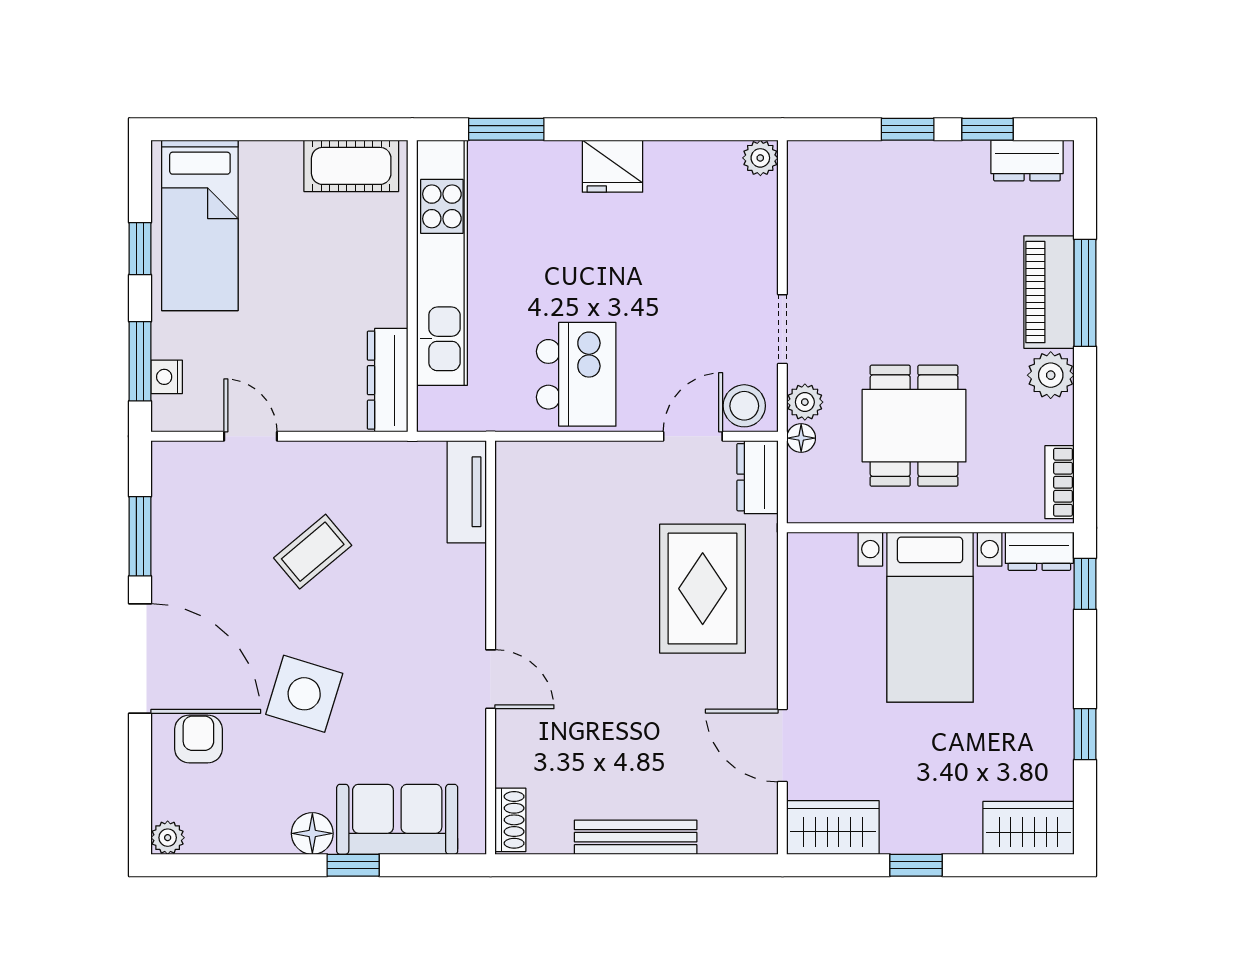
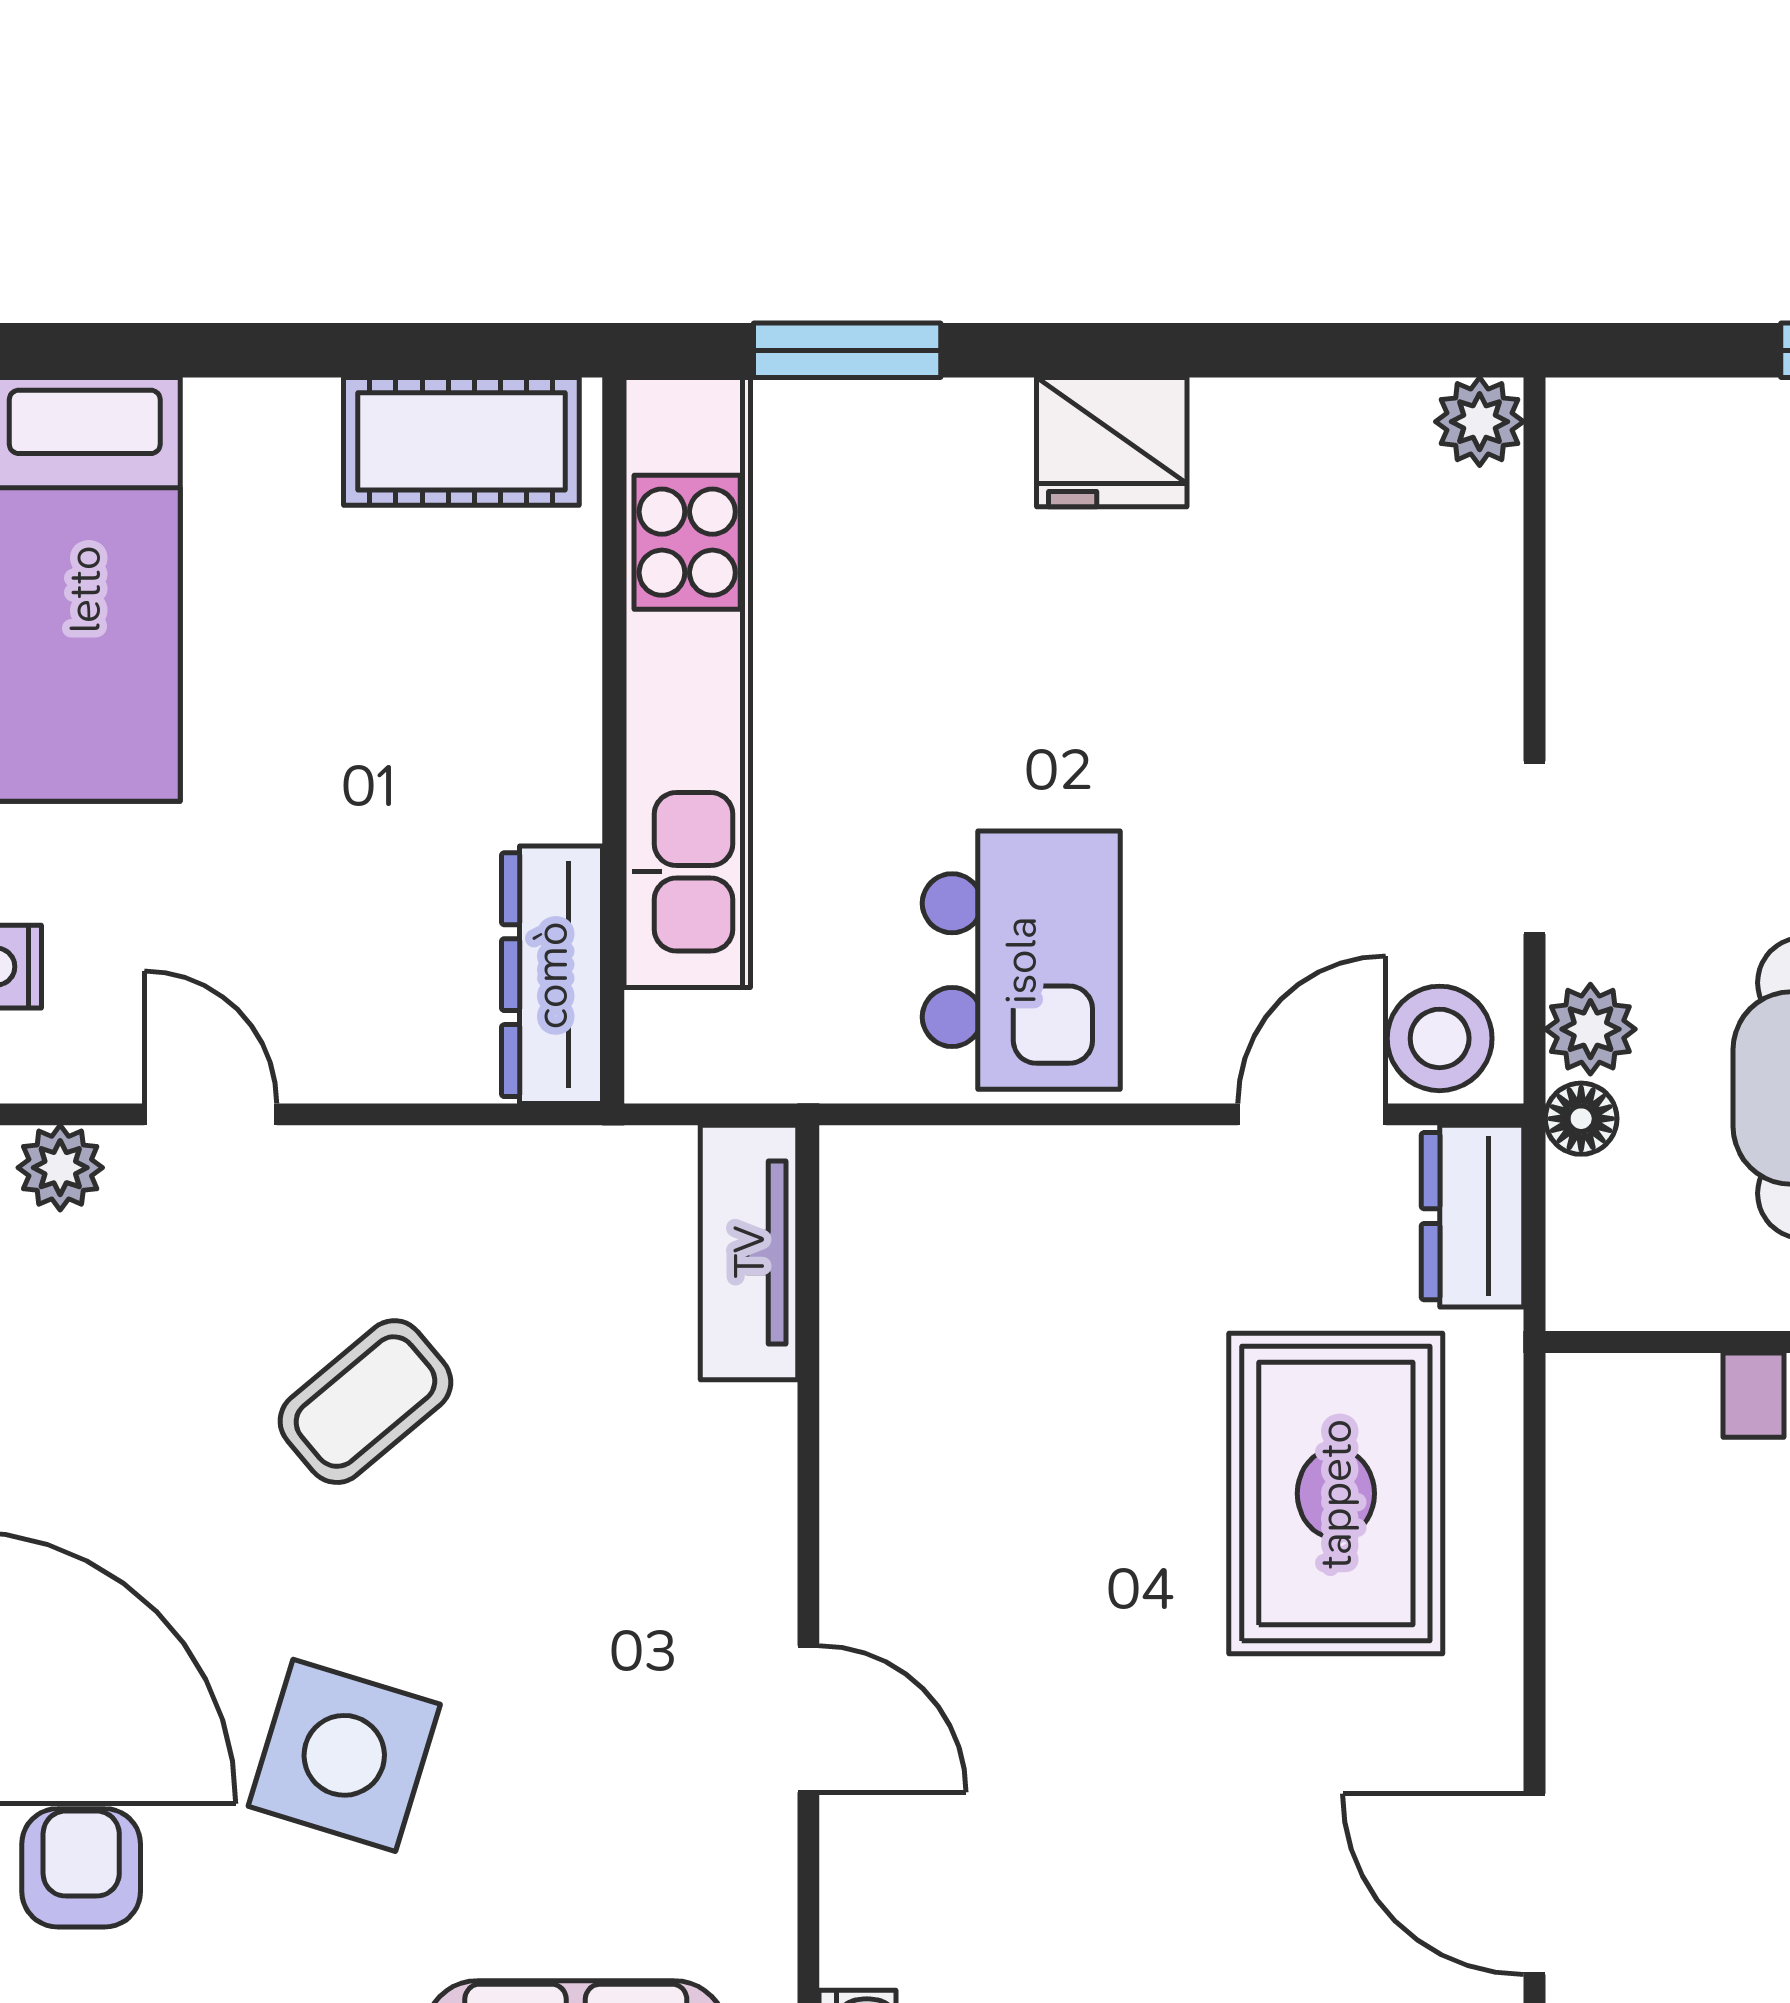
plant: (190, 458) -> (60, 1168), added

